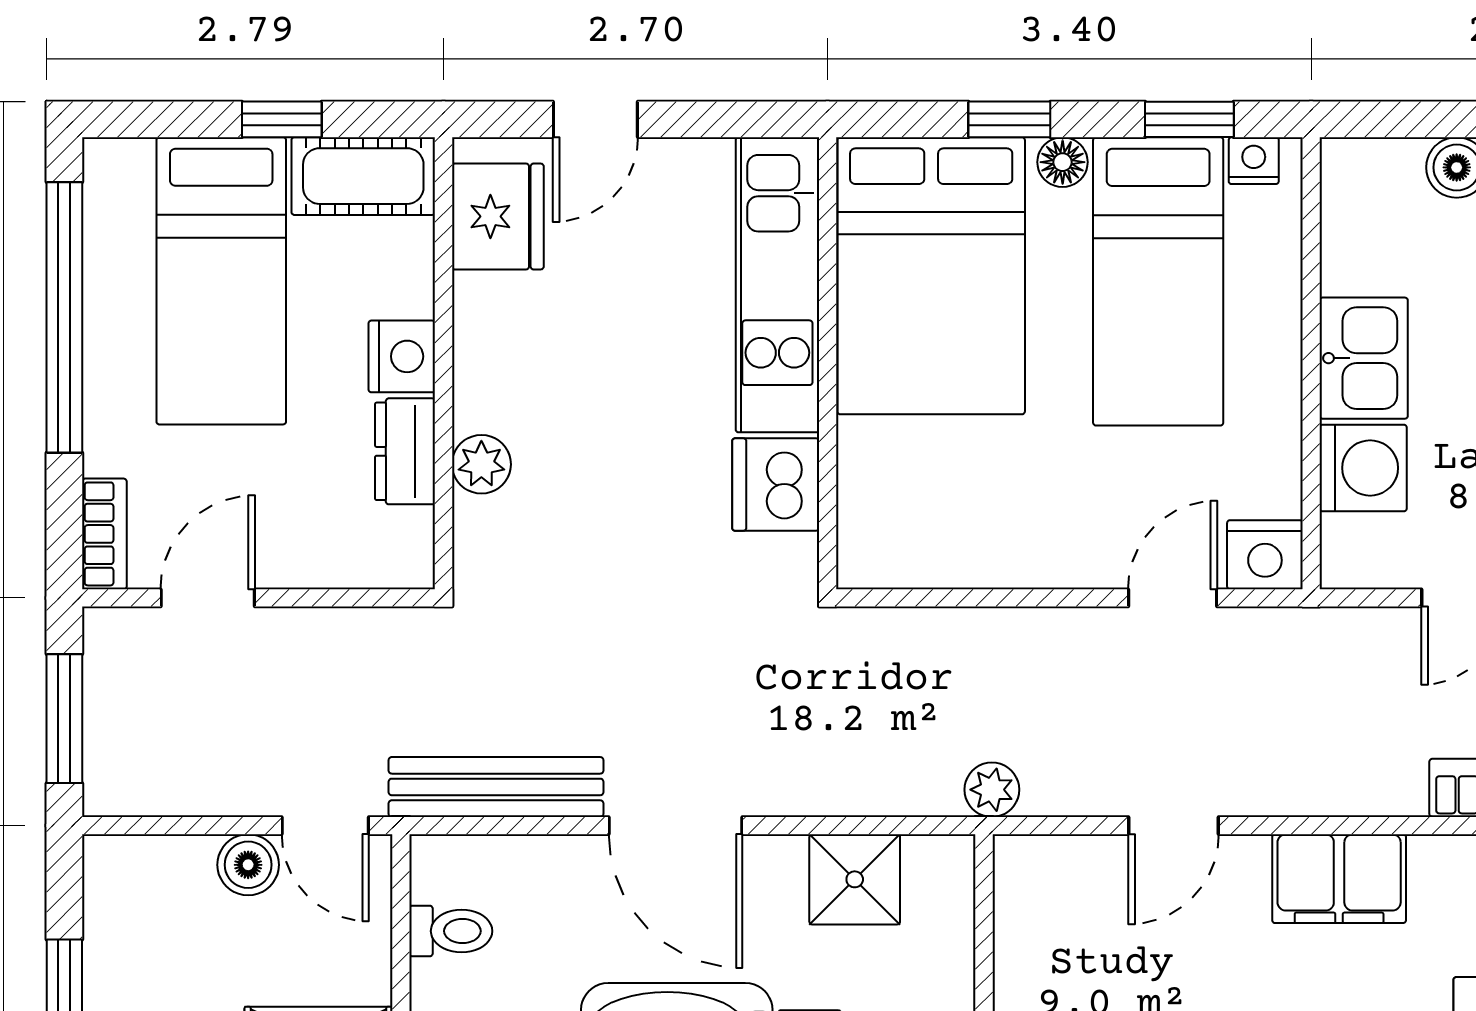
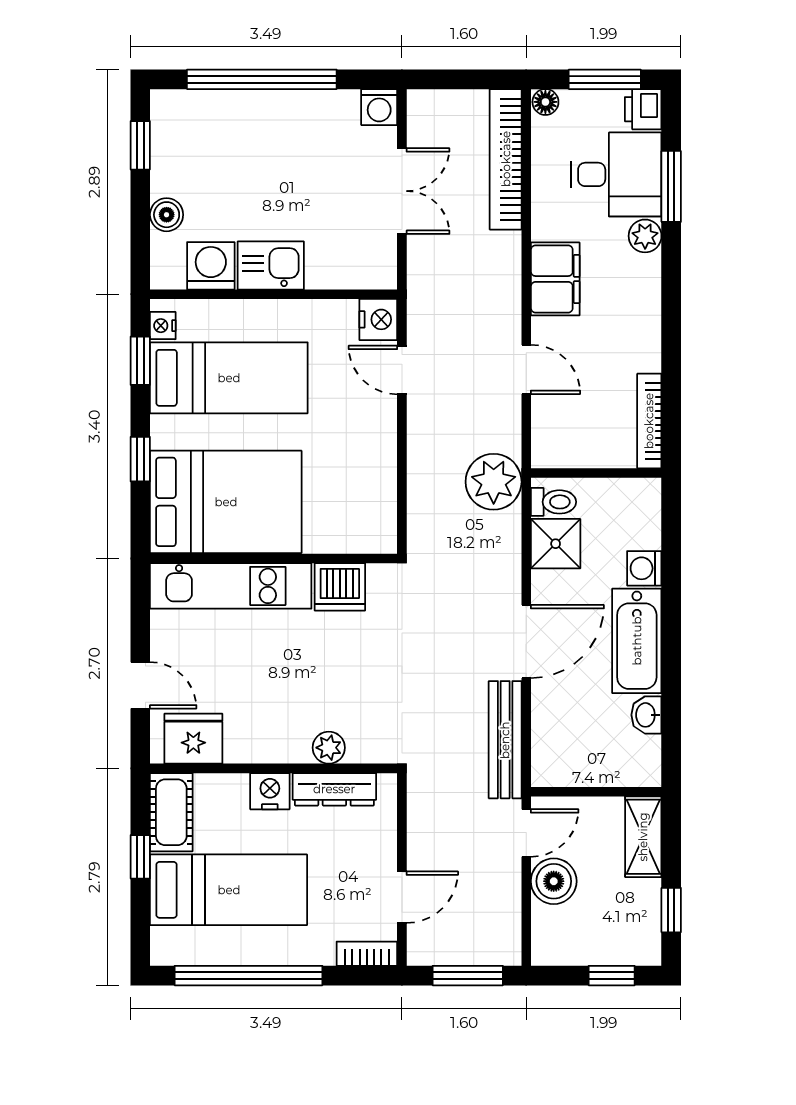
floor lamp: (1063, 162) -> (164, 430), removed
dresser: (405, 451) -> (334, 789), width x1.44
washing machine: (1363, 468) -> (211, 266), moved
door: (208, 598) -> (402, 897), swing flipped
plant: (992, 790) -> (494, 482), width x1.87, depth x1.87
boiler: (248, 865) -> (554, 881), width x1.36, depth x1.36
toilet: (451, 931) -> (554, 502), moved, turned 90

